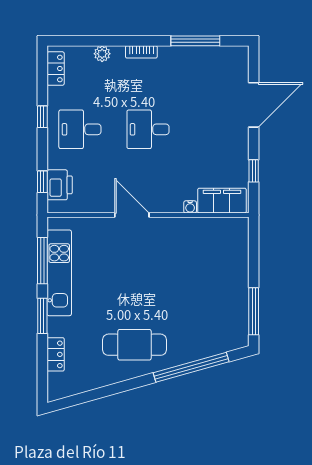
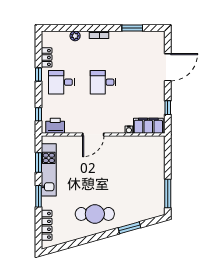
window: (195, 41) -> (132, 28), width x0.69
locker: (56, 69) -> (47, 57), moved
printer: (60, 185) -> (55, 126), moved, turned -90
door: (132, 215) -> (93, 135), swing flipped
window: (42, 261) -> (38, 162), width x0.69
locker: (56, 354) -> (47, 225), width x1.53
window: (191, 367) -> (129, 228), width x0.47

